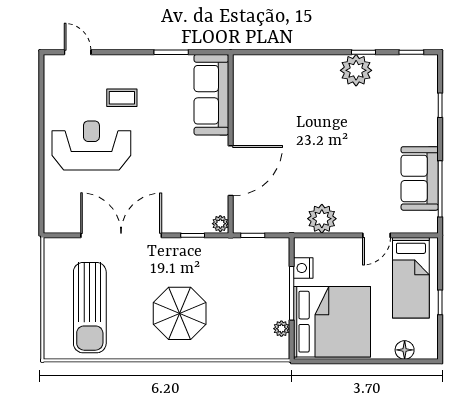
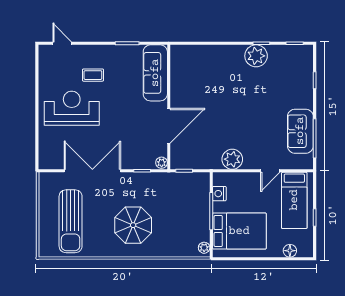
bed: (332, 322) -> (239, 231), width x0.73
plant: (281, 329) -> (204, 248), moved

